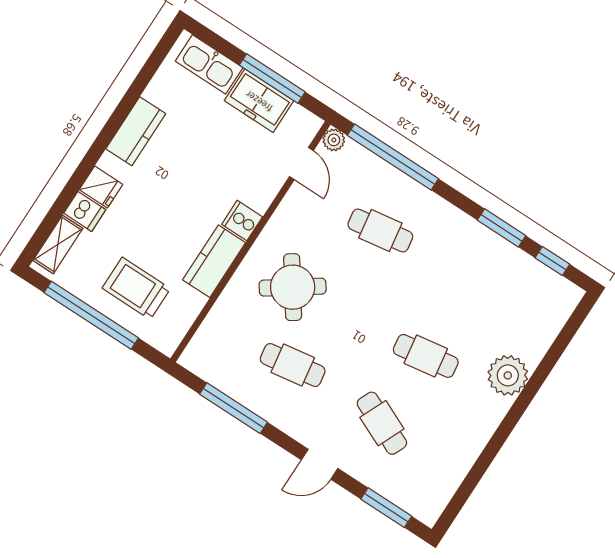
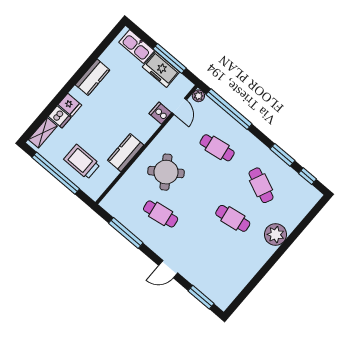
cooker: (242, 221) -> (160, 113), moved
cafe table: (382, 423) -> (261, 185), moved

